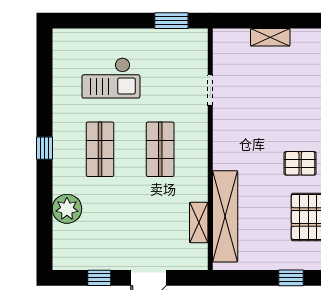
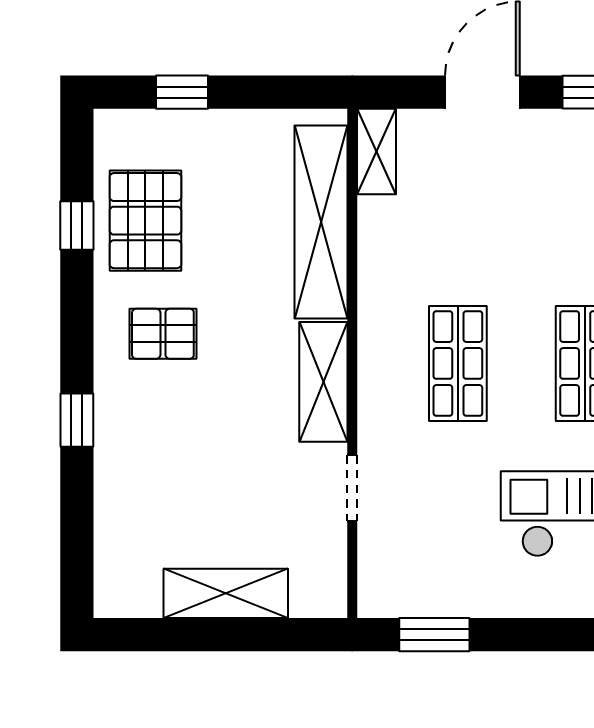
shelving: (270, 37) -> (226, 593), width x1.50, depth x1.33
shelving: (224, 140) -> (323, 382), added
shelving: (199, 223) -> (376, 152), moved

